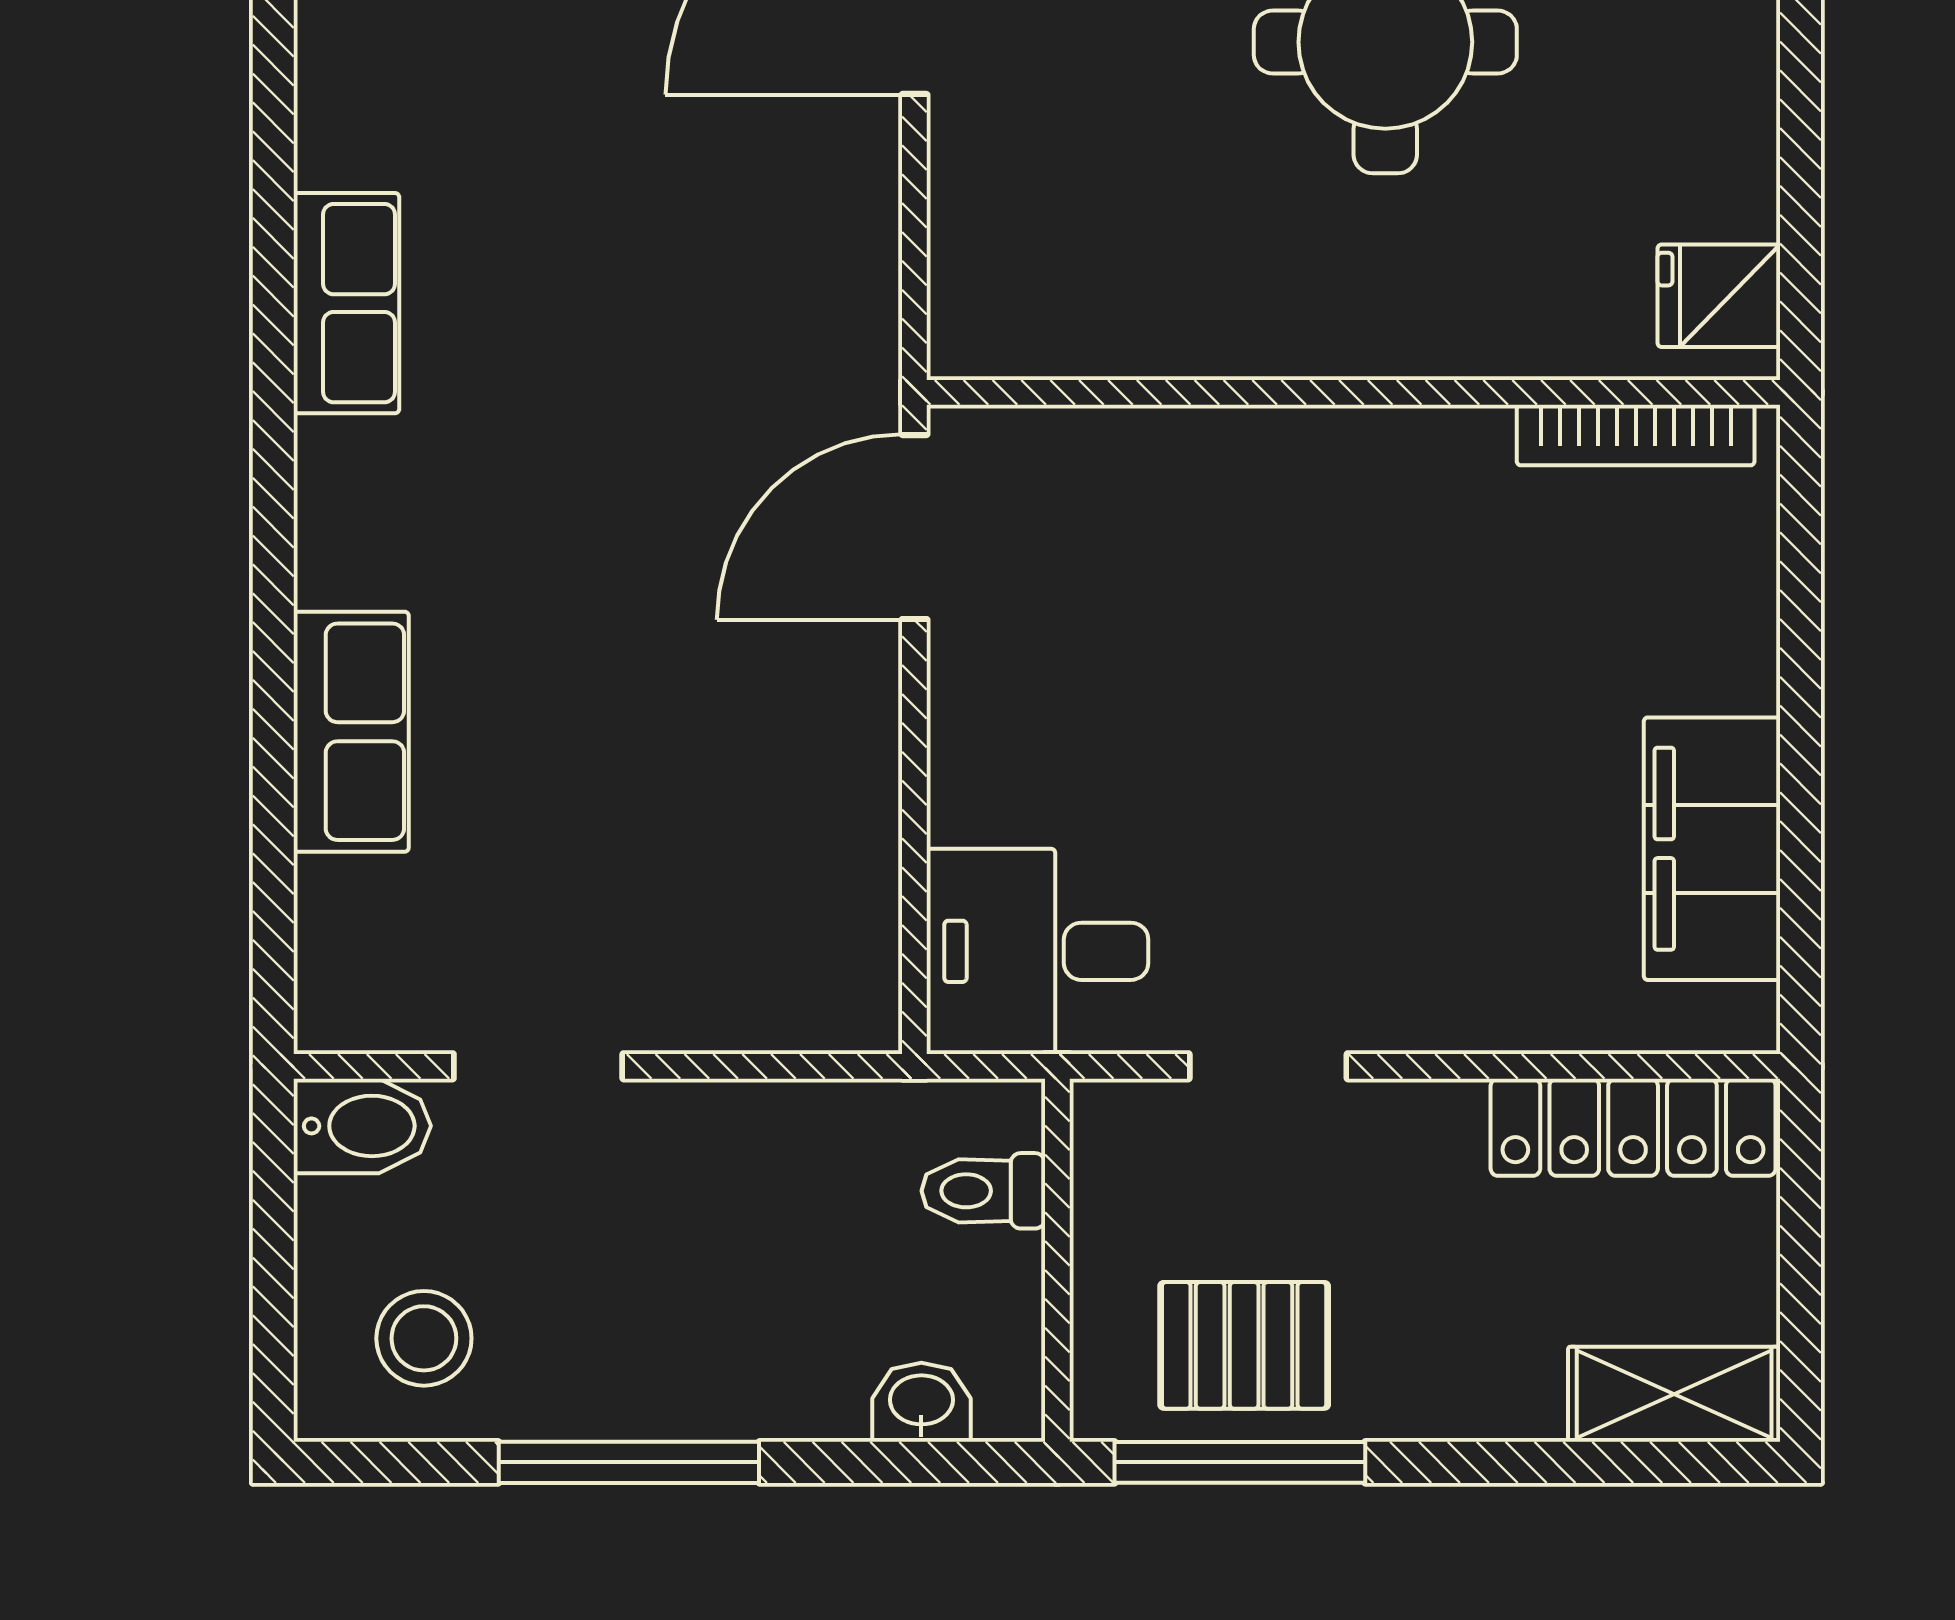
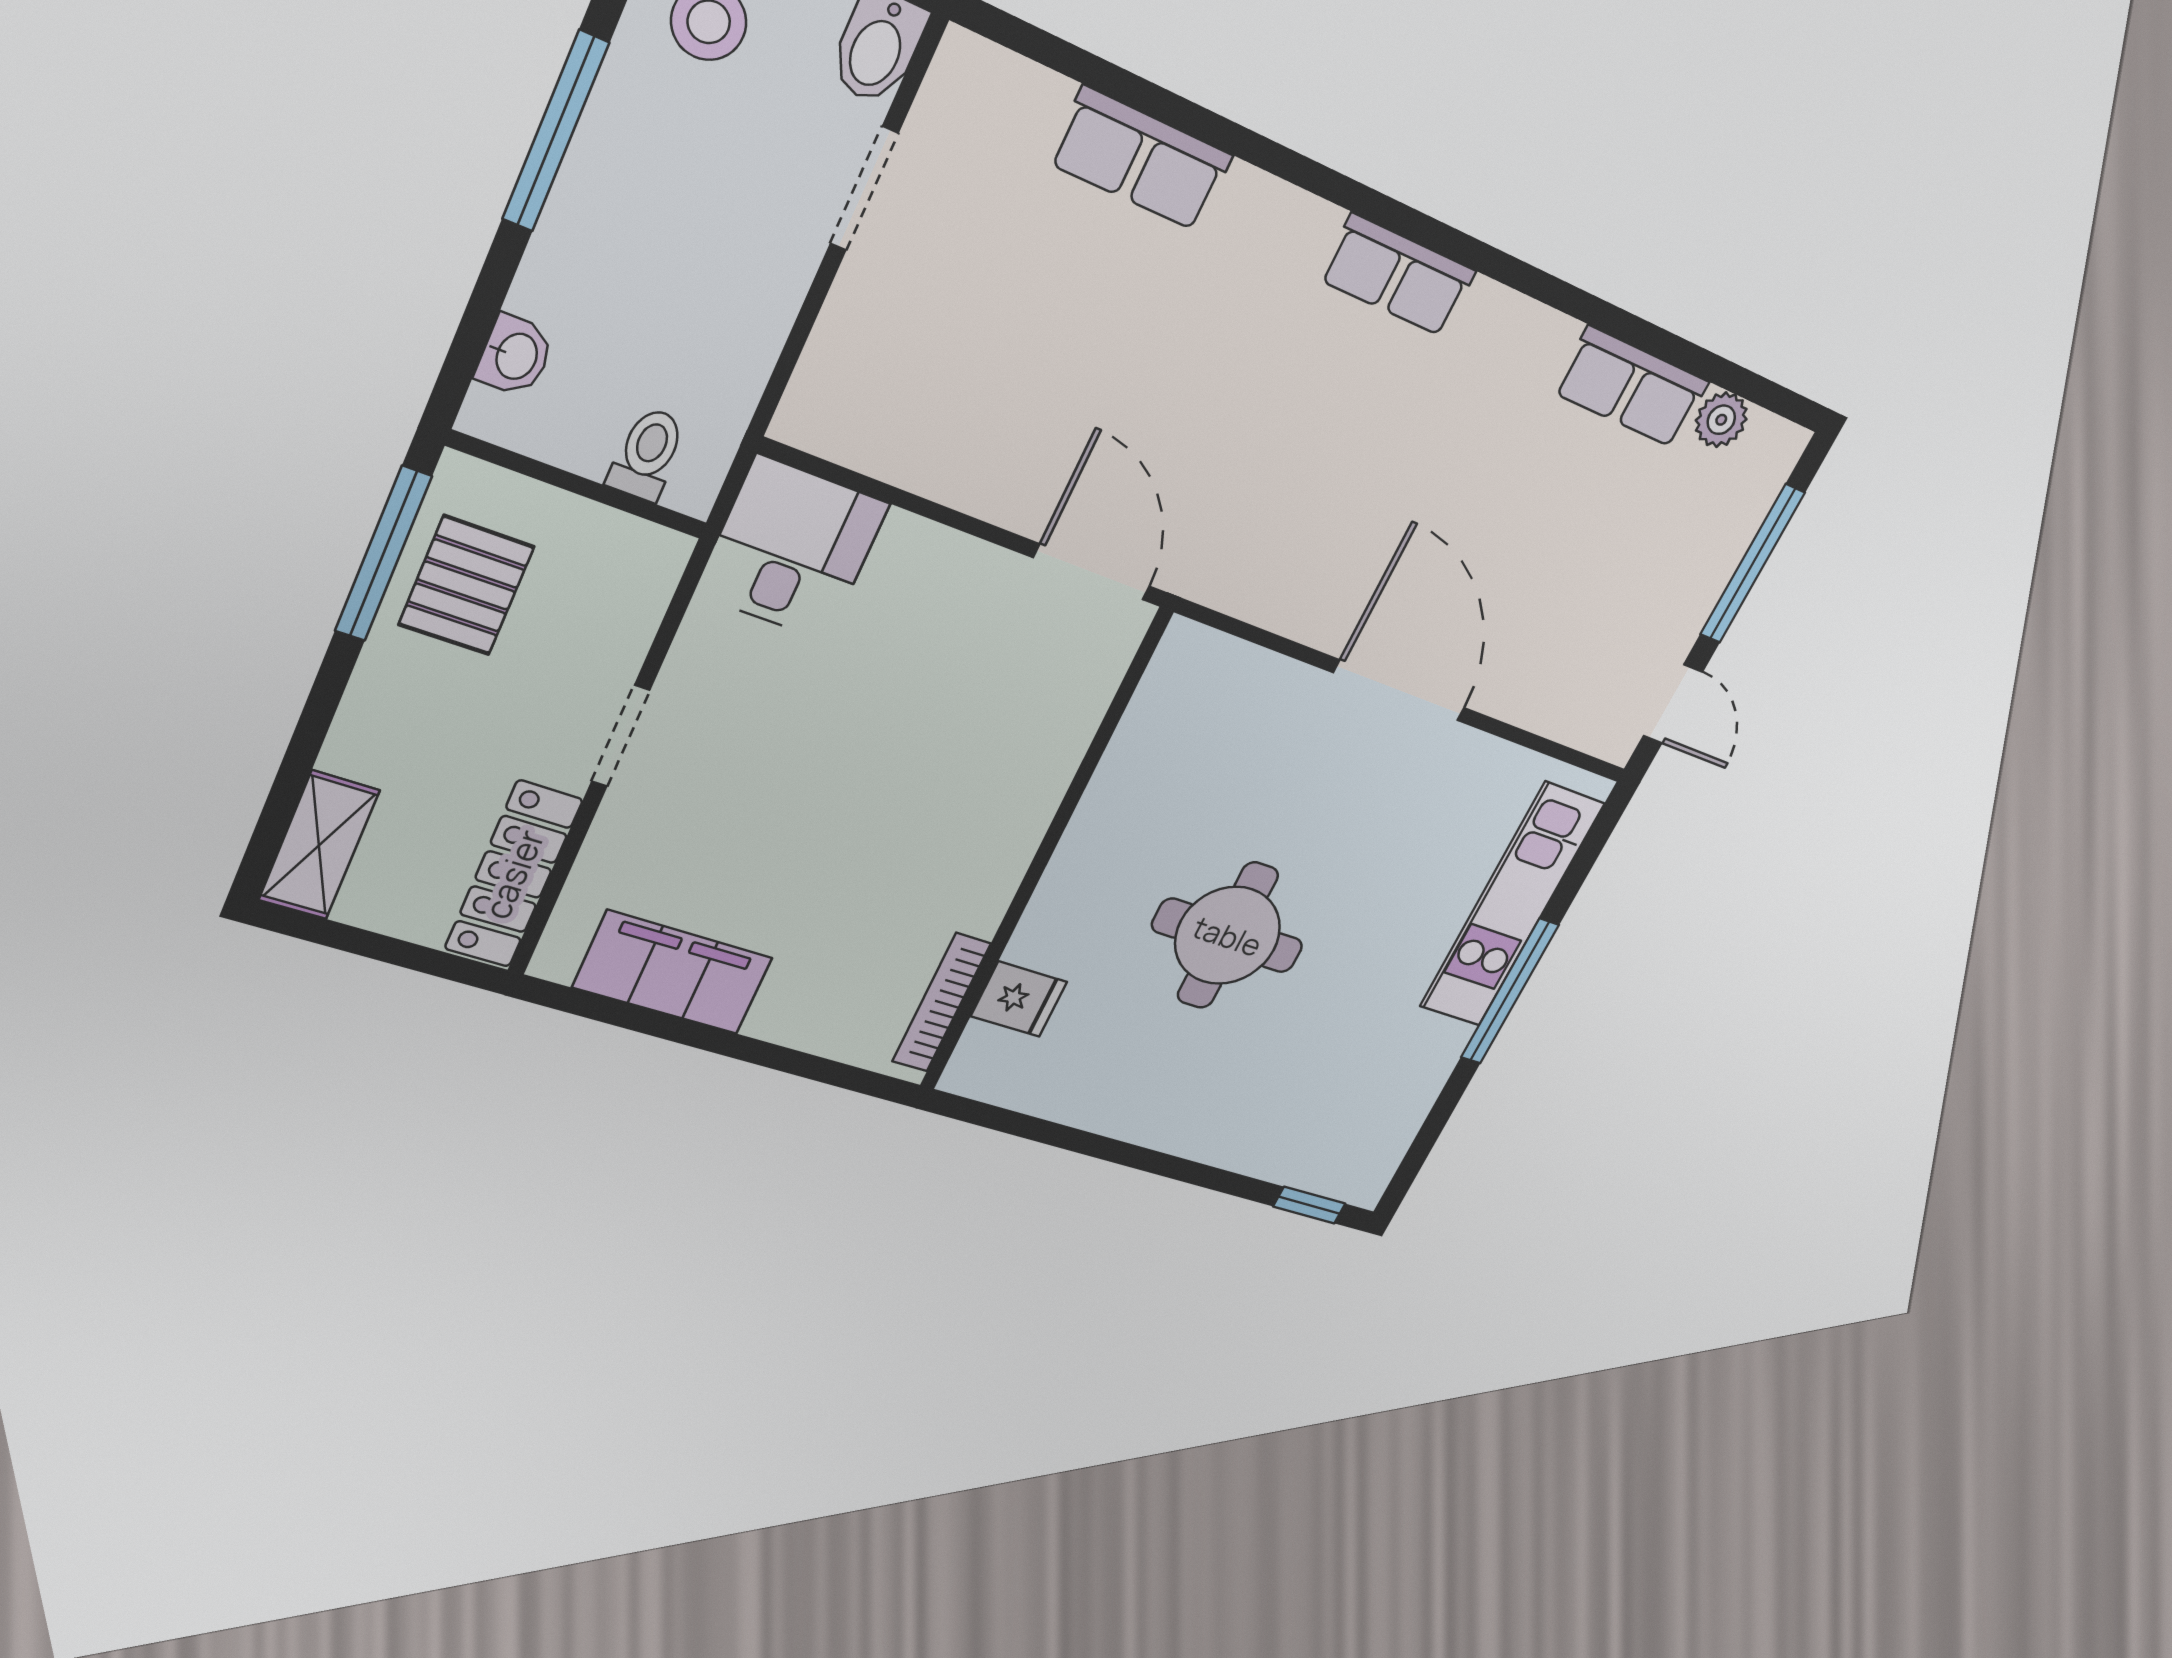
fridge: (1719, 296) -> (1019, 999), moved, turned 90
doorway: (1268, 1066) -> (621, 736), moved

